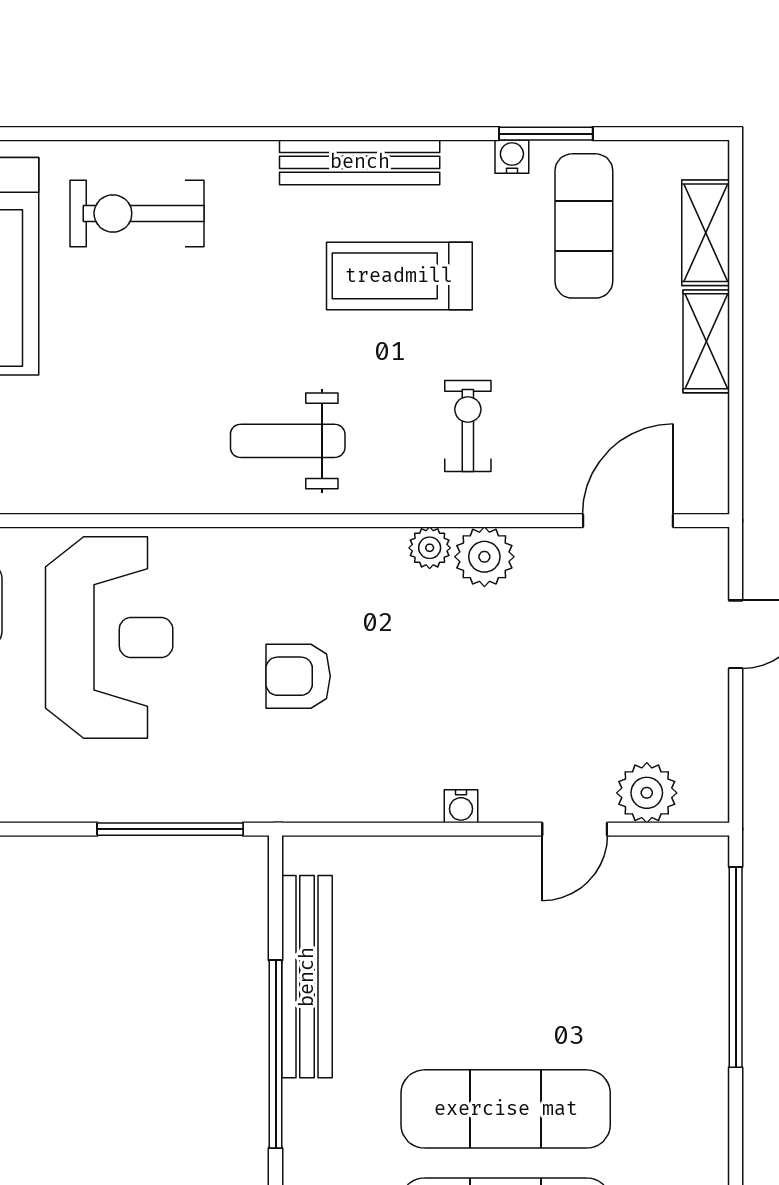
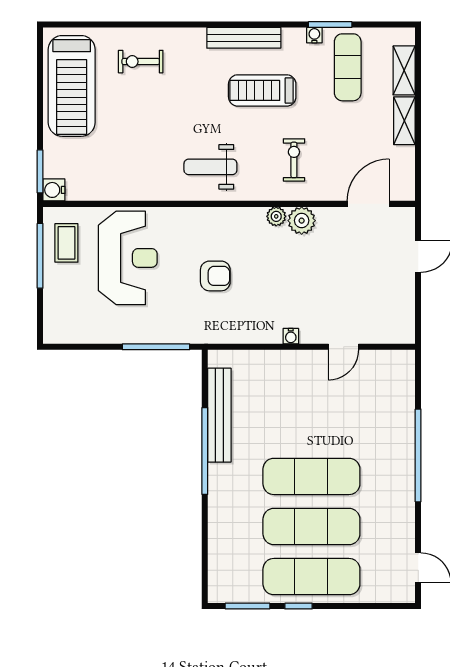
exercise bike: (137, 213) -> (141, 62), width x0.73, depth x0.72
armchair: (298, 676) -> (215, 276), turned 180
plant: (647, 793) -> (377, 330), removed
window: (736, 967) -> (418, 455), moved

